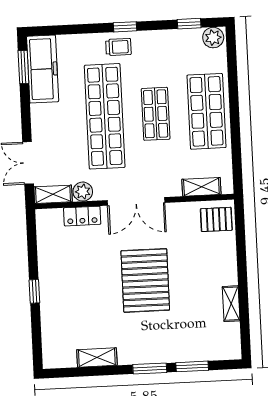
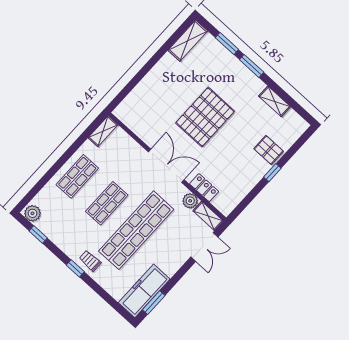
shop shelf: (206, 111) -> (77, 176), width x0.70, depth x0.74
shelving: (201, 187) -> (103, 131), moved, turned 90
pallet: (216, 219) -> (269, 150), moved
shelving: (231, 304) -> (188, 41), moved, width x1.50, depth x1.33

